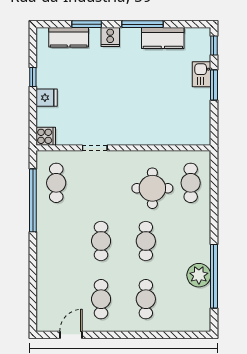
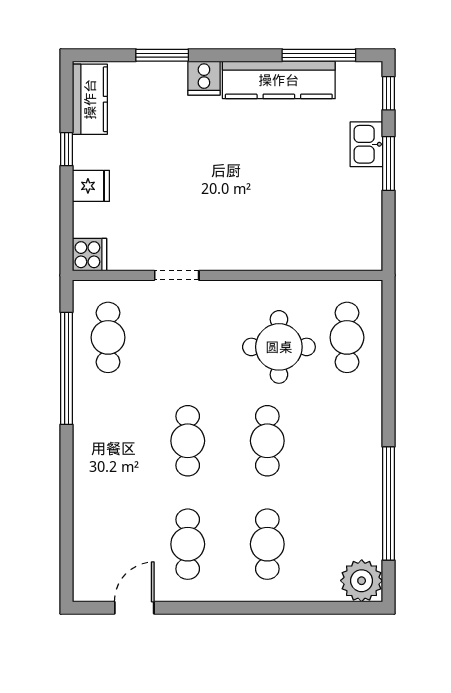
window: (142, 24) -> (319, 55), moved
kitchen counter: (69, 37) -> (90, 99), moved, turned -90
kitchen counter: (163, 38) -> (279, 80), width x1.50
plant: (199, 275) -> (362, 581), moved

